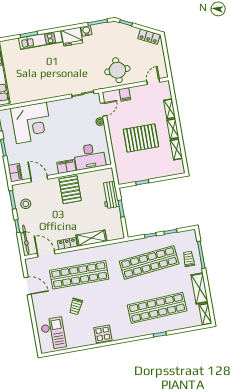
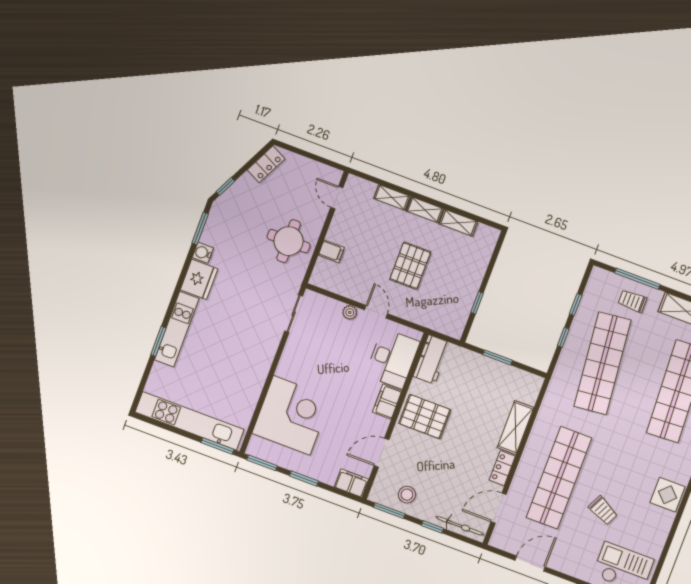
door: (104, 109) -> (376, 312), moved
pallet: (141, 138) -> (410, 266), width x0.73, depth x0.71
workbench: (110, 195) -> (432, 359), moved, turned -90

